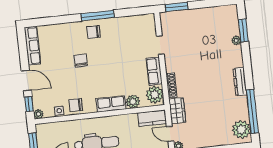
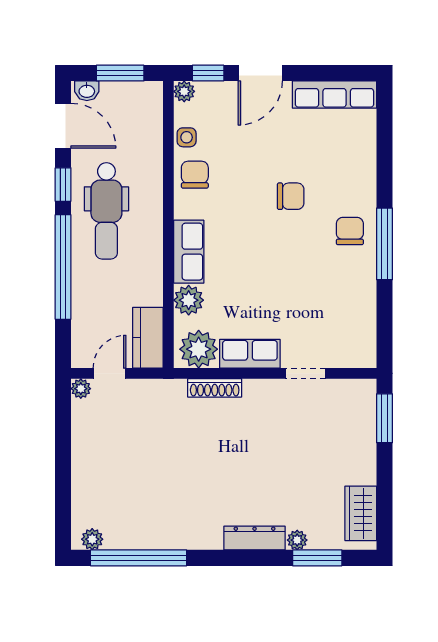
dresser: (240, 82) -> (255, 538), moved
wardrobe: (177, 111) -> (361, 513), moved, turned 90
plant: (241, 130) -> (92, 539), width x0.53, depth x0.53

